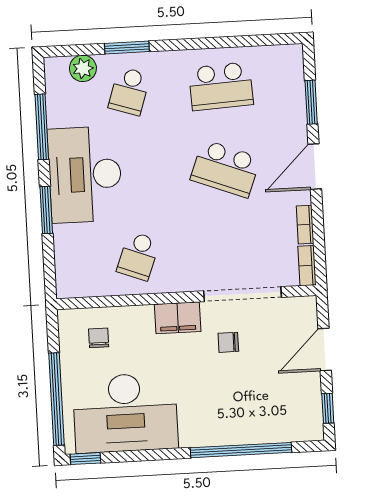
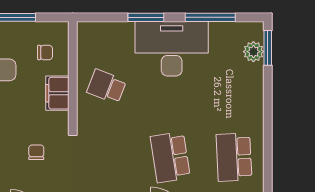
window: (127, 47) -> (268, 48), moved
school desk: (129, 91) -> (234, 86), removed
school desk: (225, 169) -> (170, 157), turned -30
filing cabinet: (178, 318) -> (57, 93), moved

